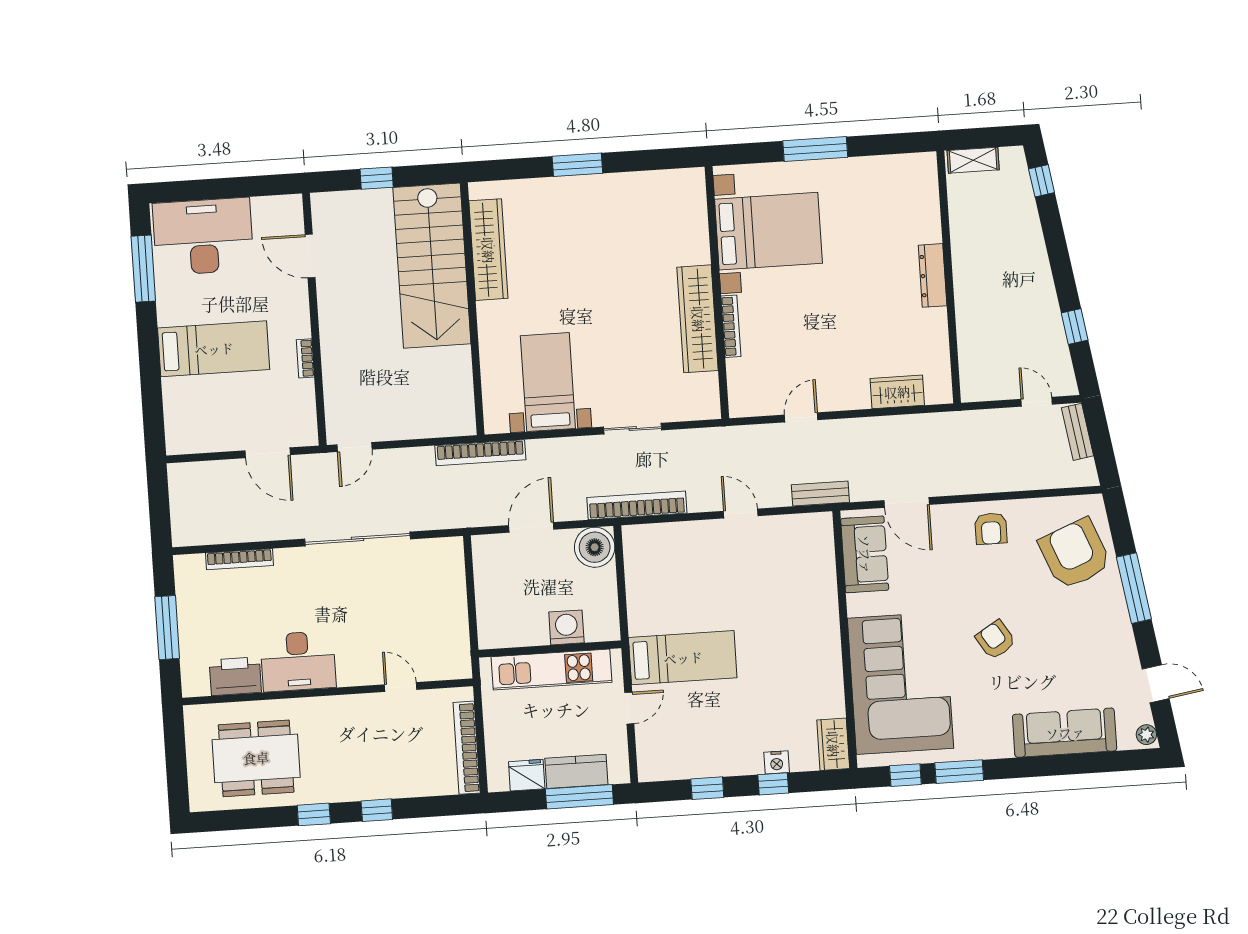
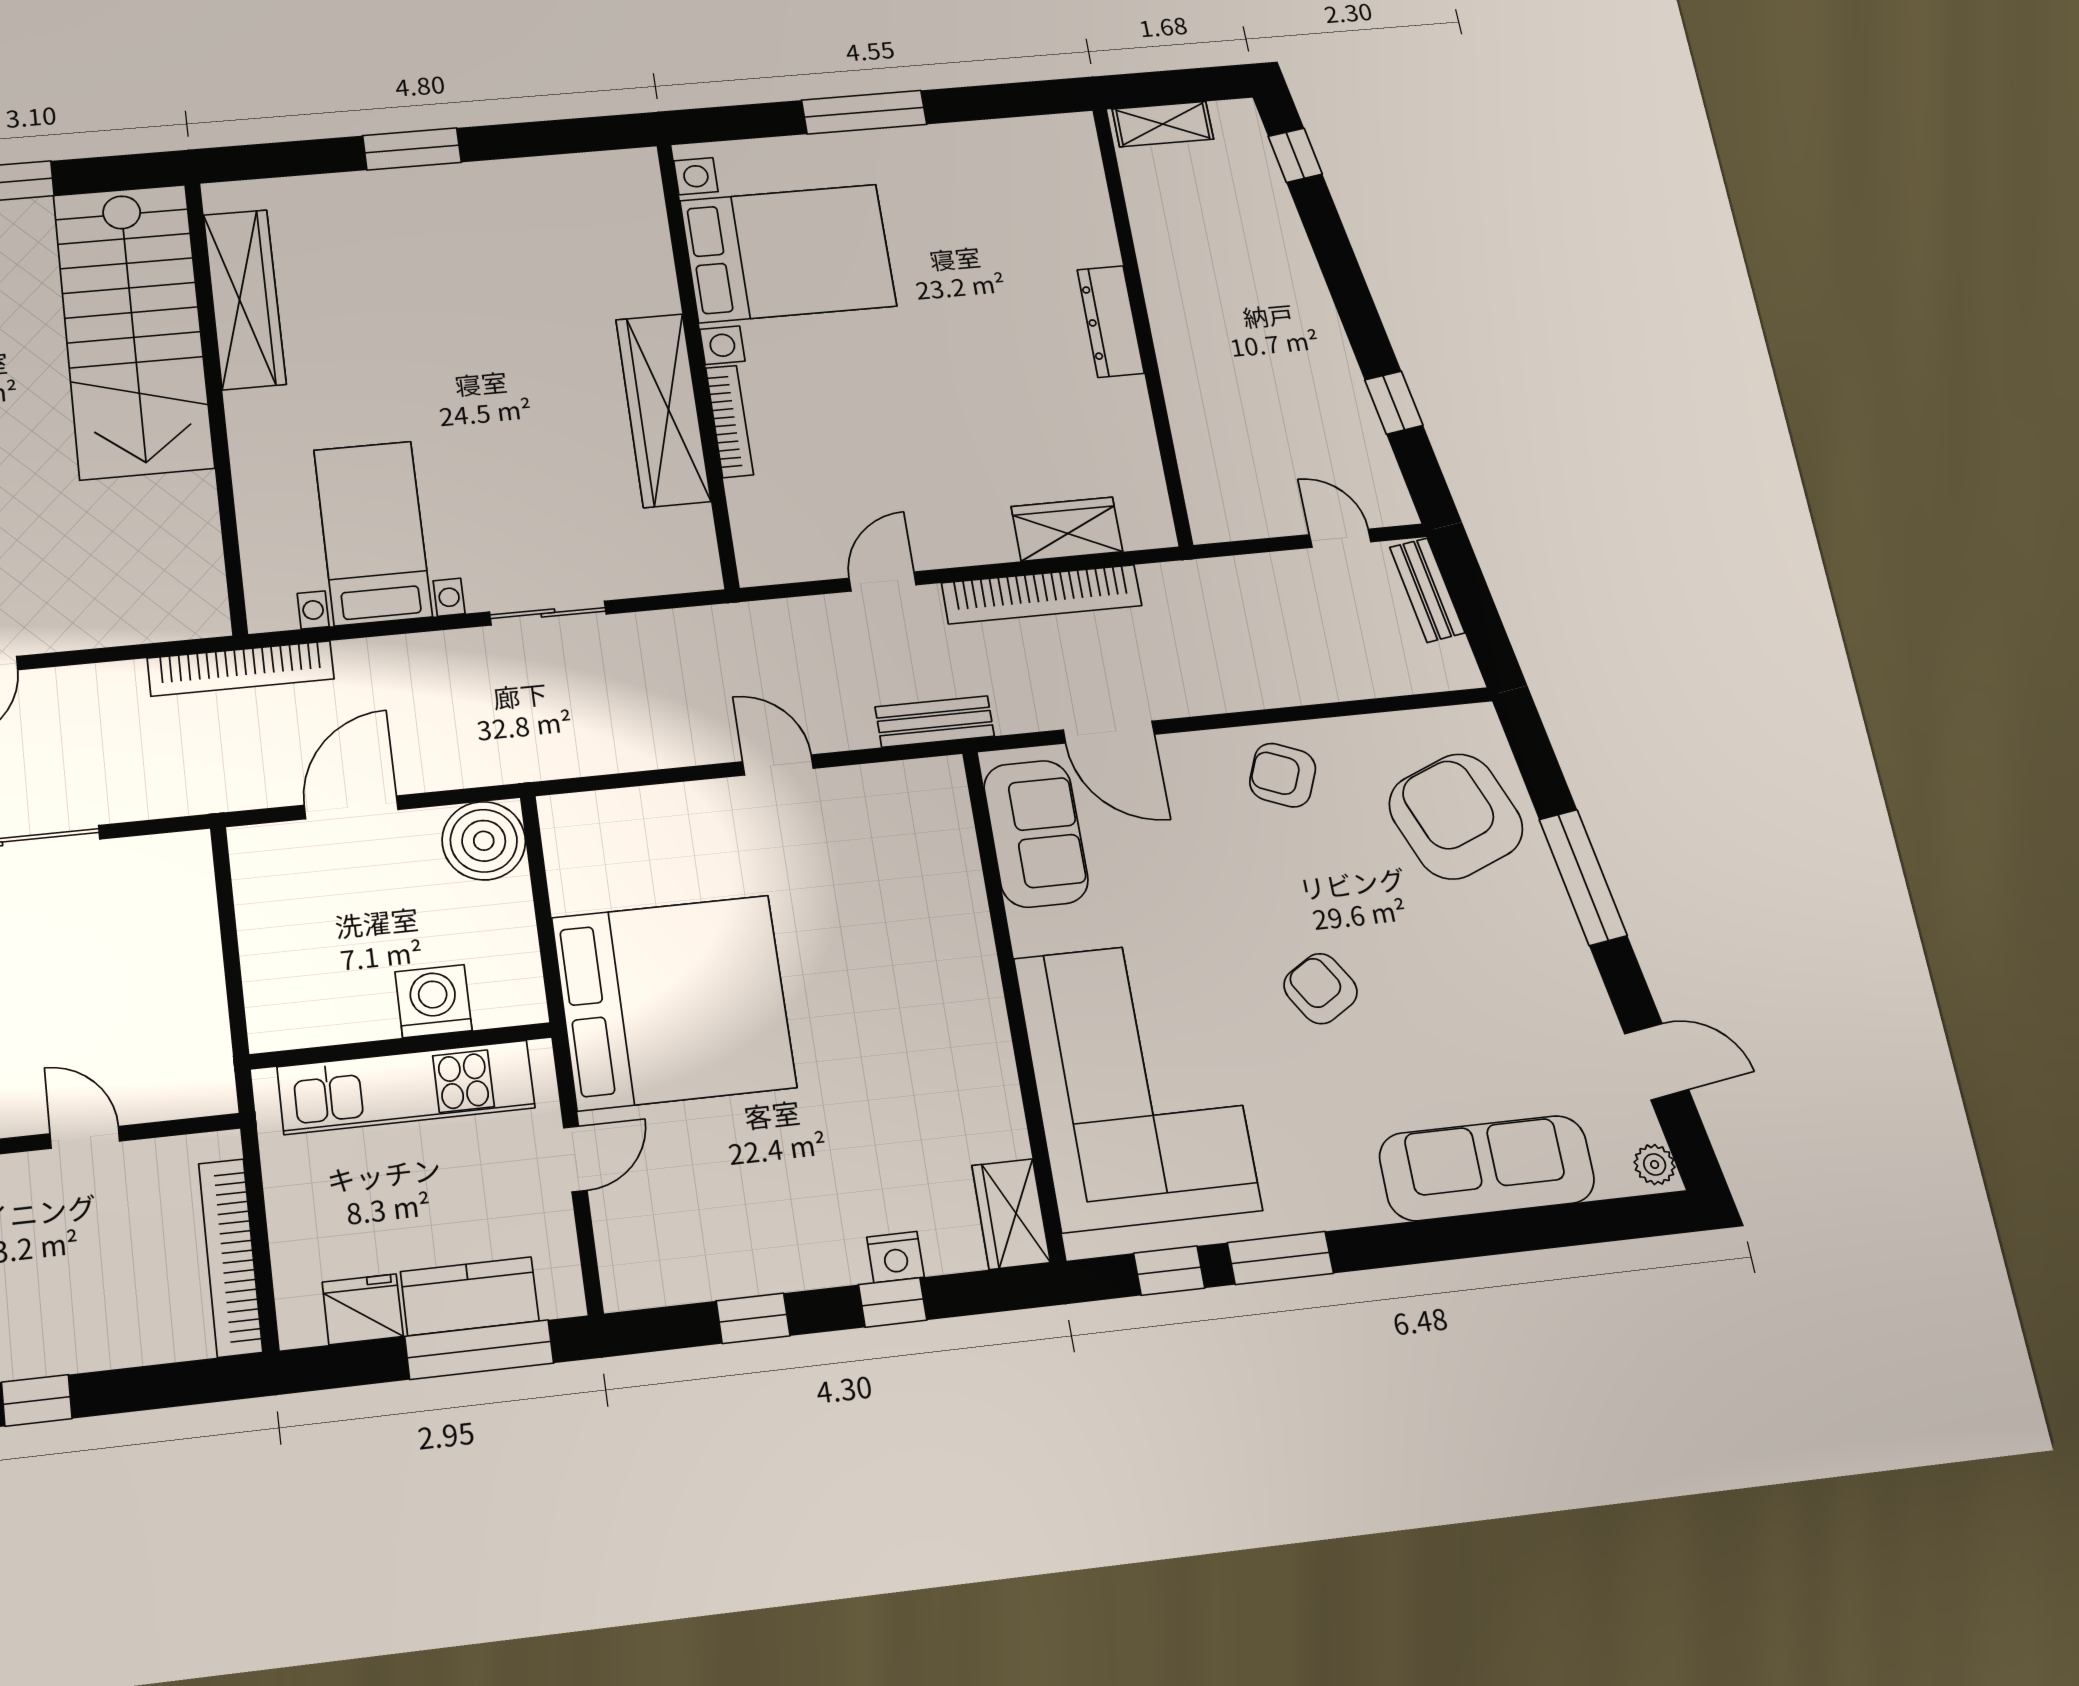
bookcase: (637, 505) -> (1042, 594), moved, turned 180
armchair: (991, 529) -> (1283, 775), turned 112
bed: (683, 658) -> (674, 1002), width x2.04

